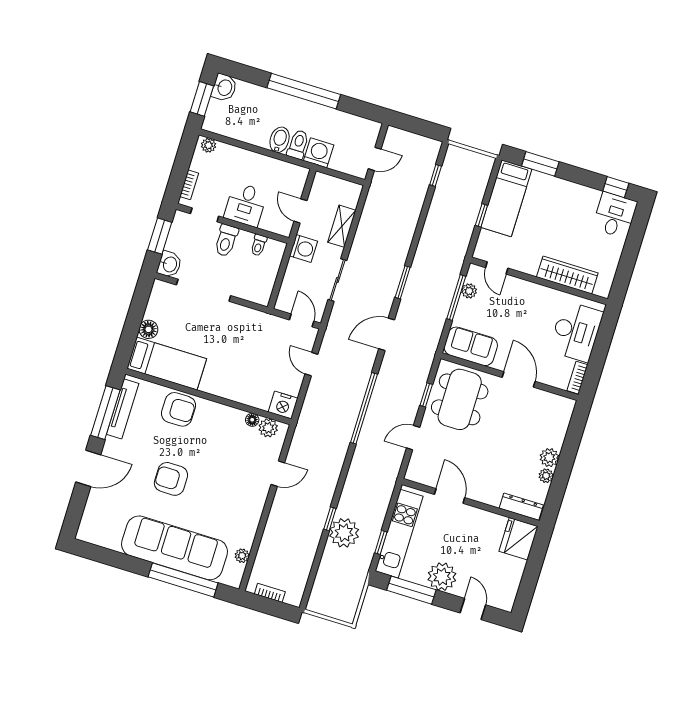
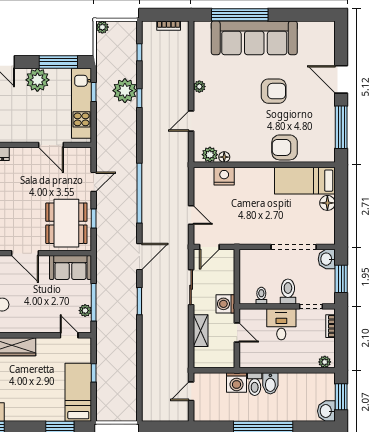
window: (436, 175) -> (139, 52), moved
door: (302, 320) -> (209, 247), hinge flipped
nightstand: (283, 405) -> (224, 176), moved
tv unit: (123, 409) -> (329, 134), removed
door: (88, 468) -> (341, 79), hinge flipped
plant: (242, 556) -> (199, 87), moved
plant: (348, 615) -> (102, 27), added

